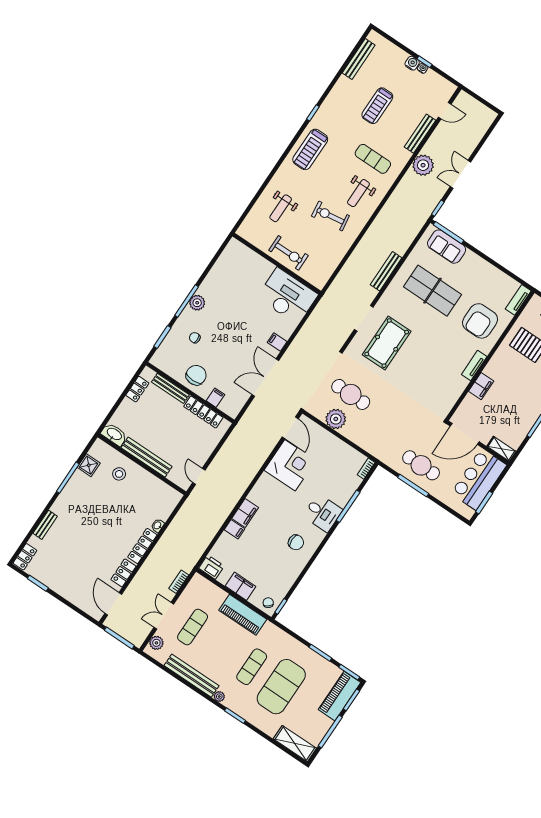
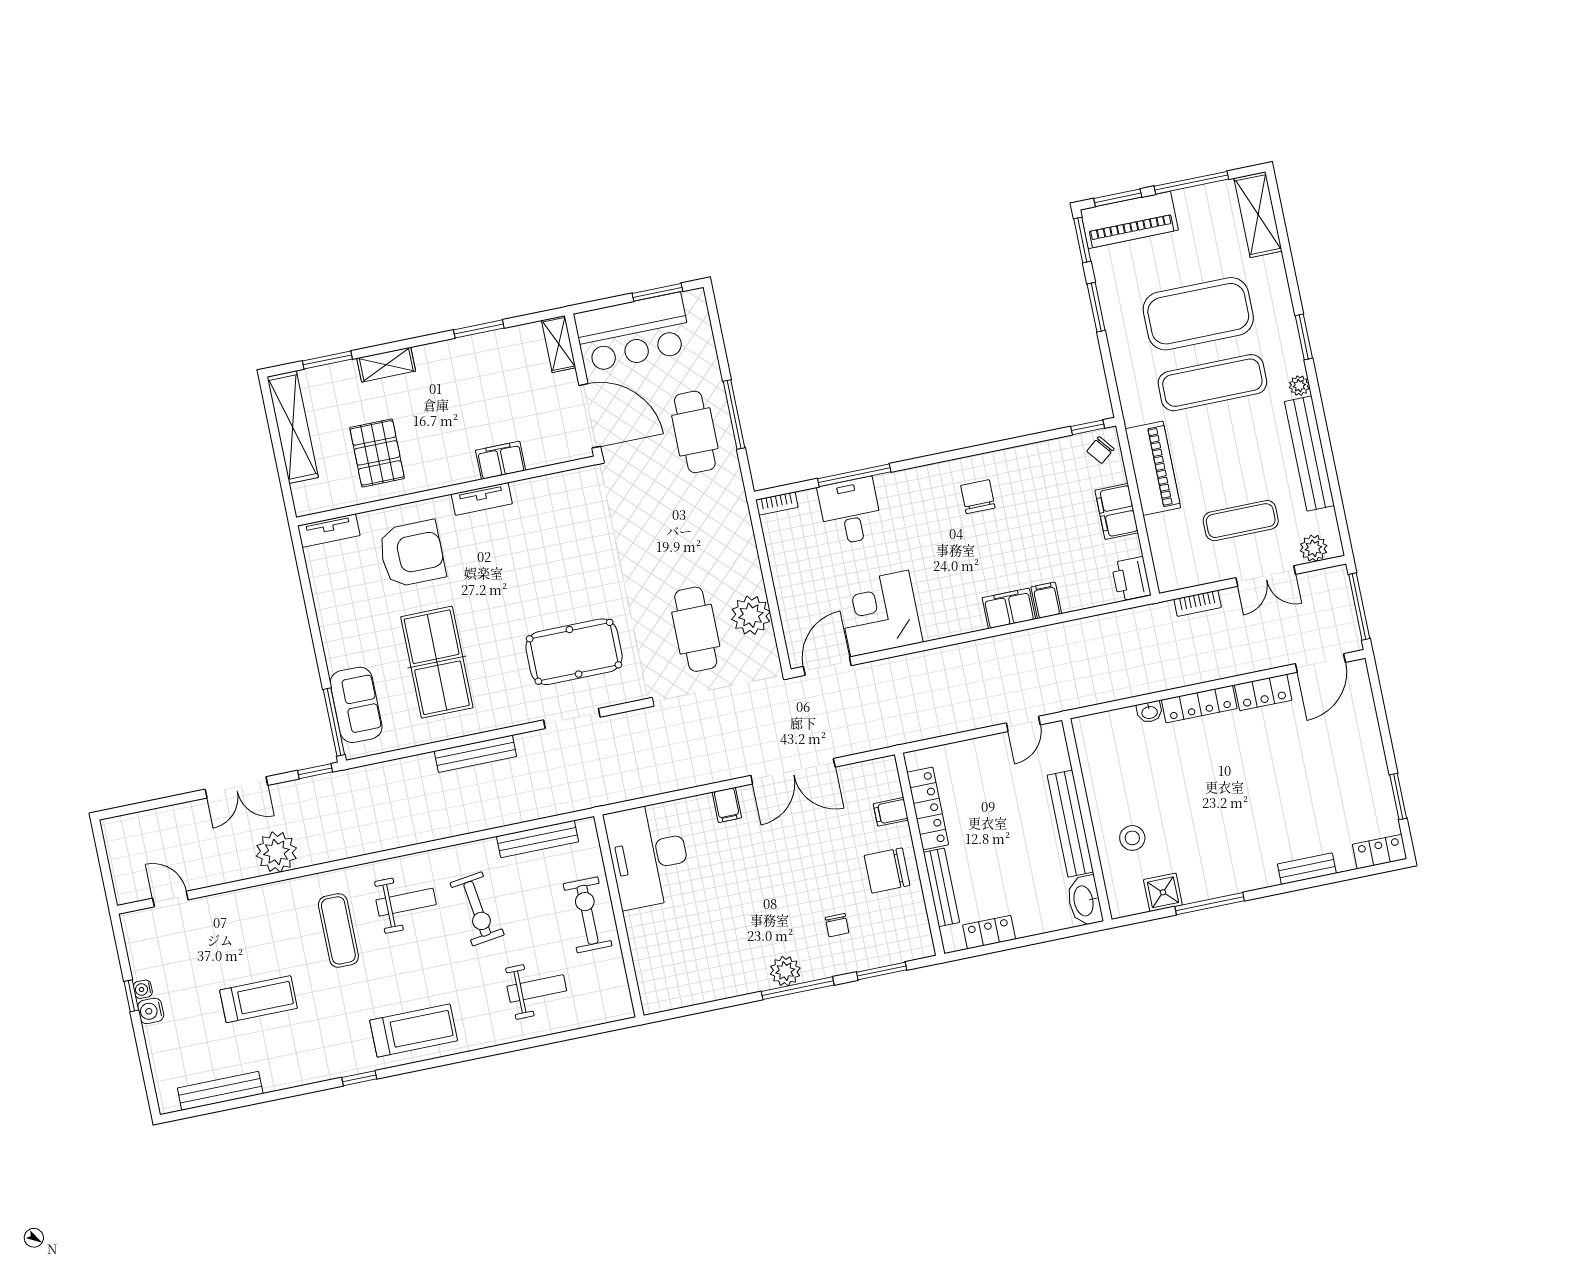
bench: (420, 134) -> (538, 839), moved
desk: (323, 513) -> (850, 511), moved
exercise mat: (252, 667) -> (1212, 383), width x1.36, depth x1.45

